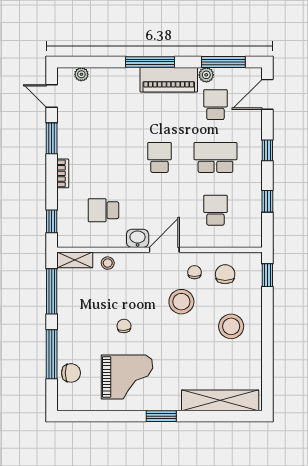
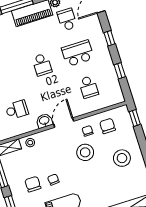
school desk: (159, 157) -> (42, 65), turned 180
school desk: (103, 210) -> (17, 110), turned 180
school desk: (215, 210) -> (88, 87), turned 180
chair: (93, 323) -> (33, 184), added

